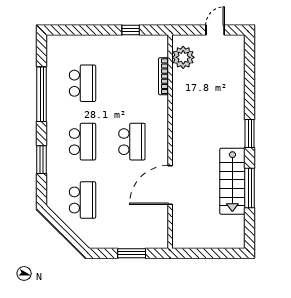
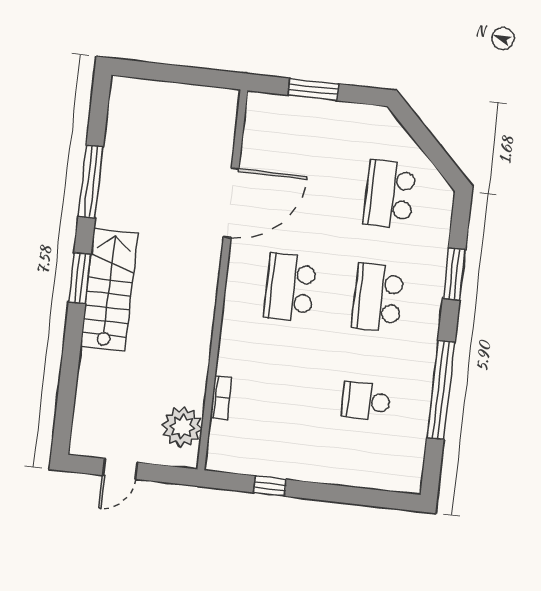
bookcase: (163, 76) -> (221, 397), width x0.64
school desk: (82, 83) -> (366, 401), width x0.54
stairs: (232, 181) -> (109, 290), moved

